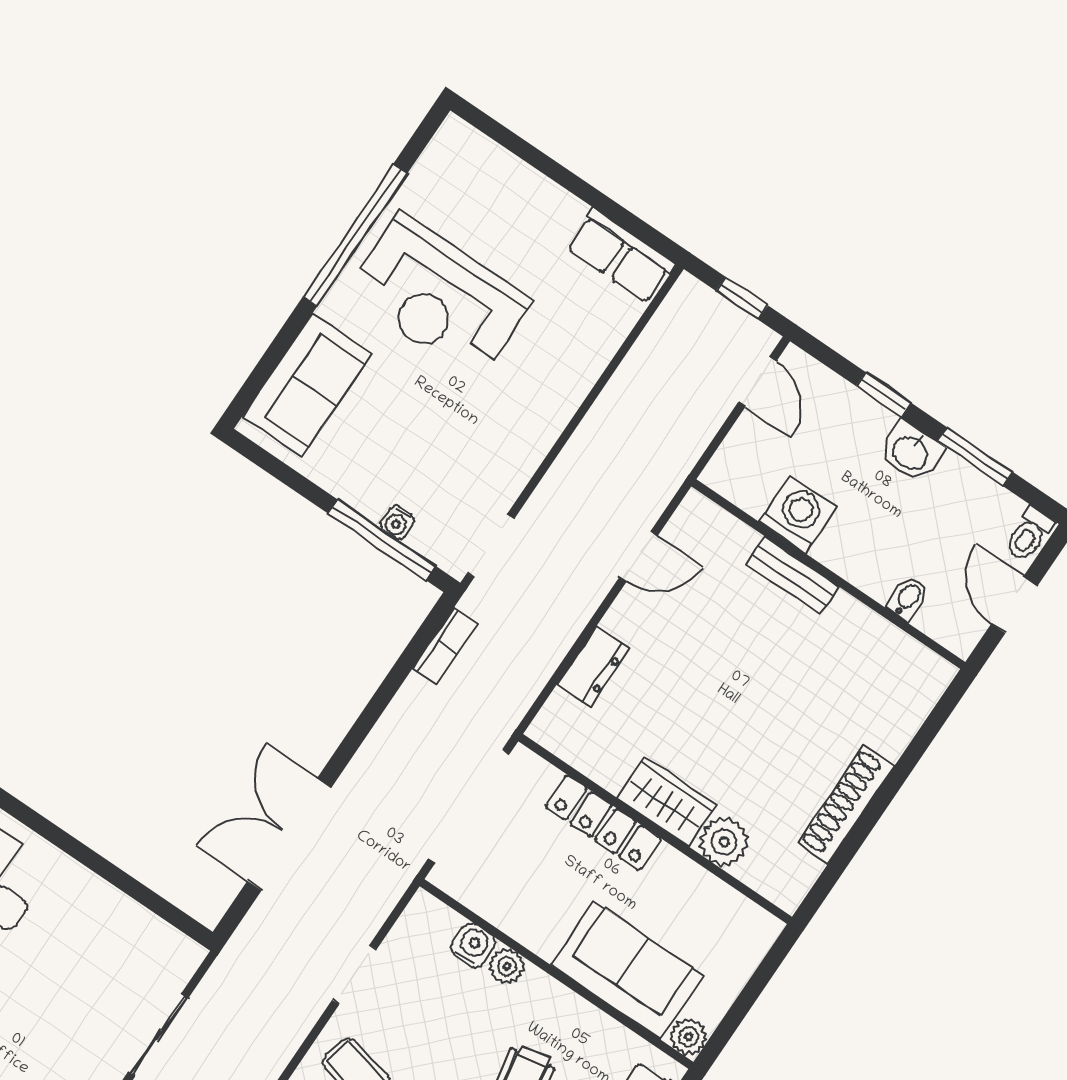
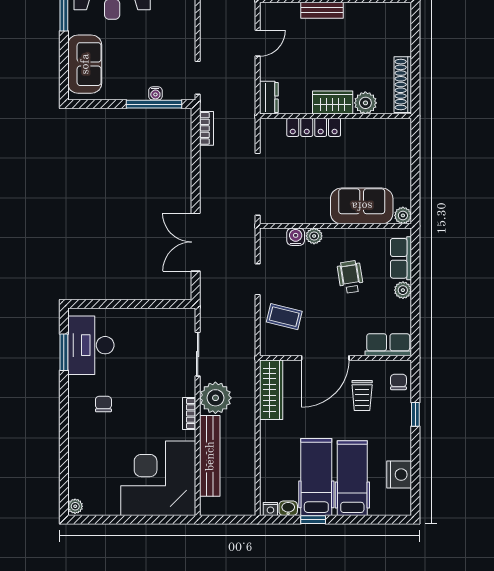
wardrobe: (666, 801) -> (333, 102), moved
locker: (603, 823) -> (314, 127), moved
wall: (655, 829) -> (335, 116), moved
plant: (724, 842) -> (365, 103), moved

